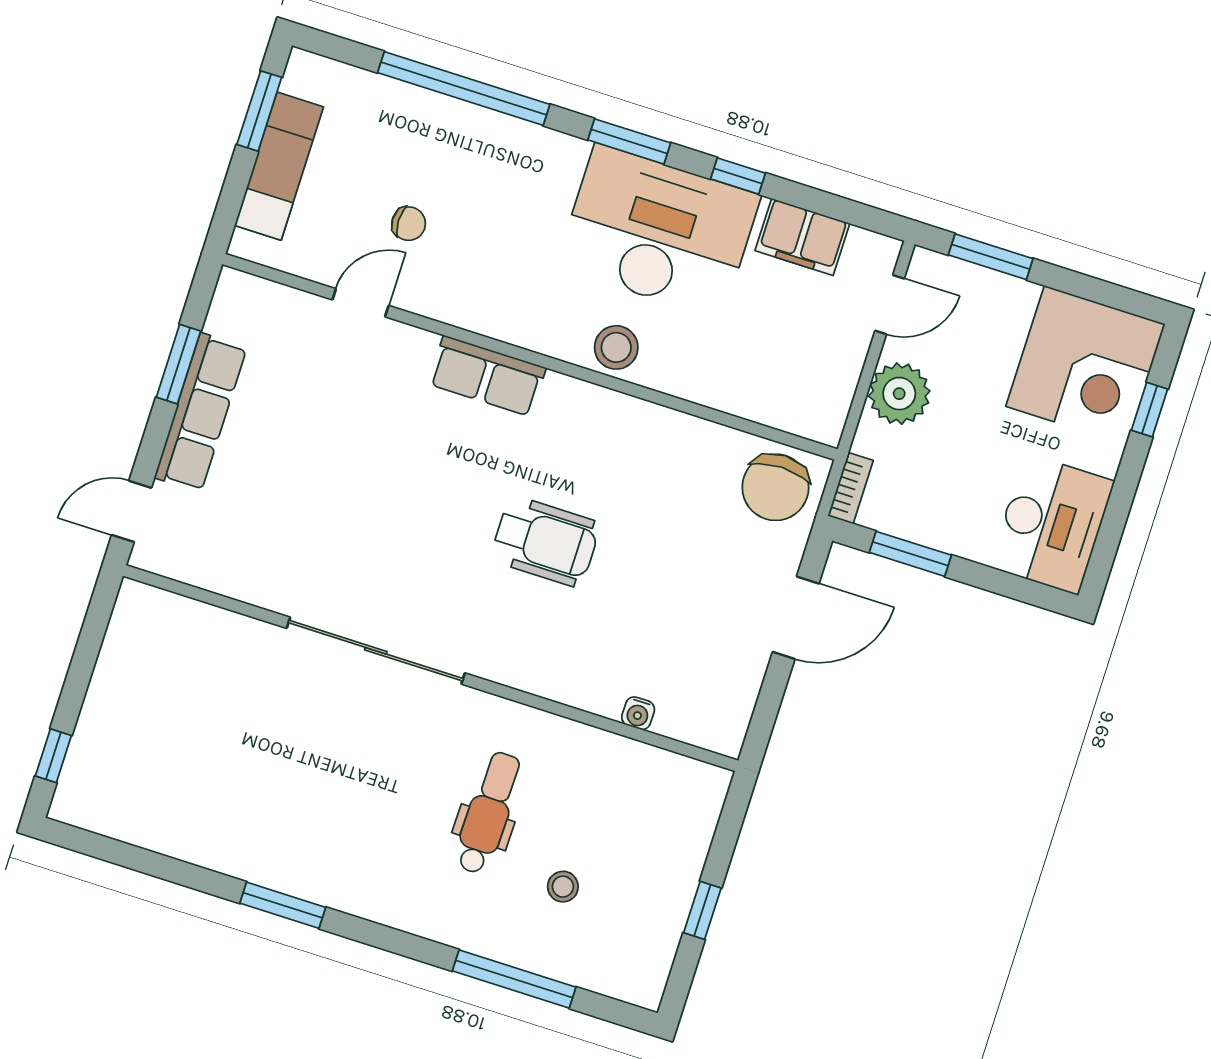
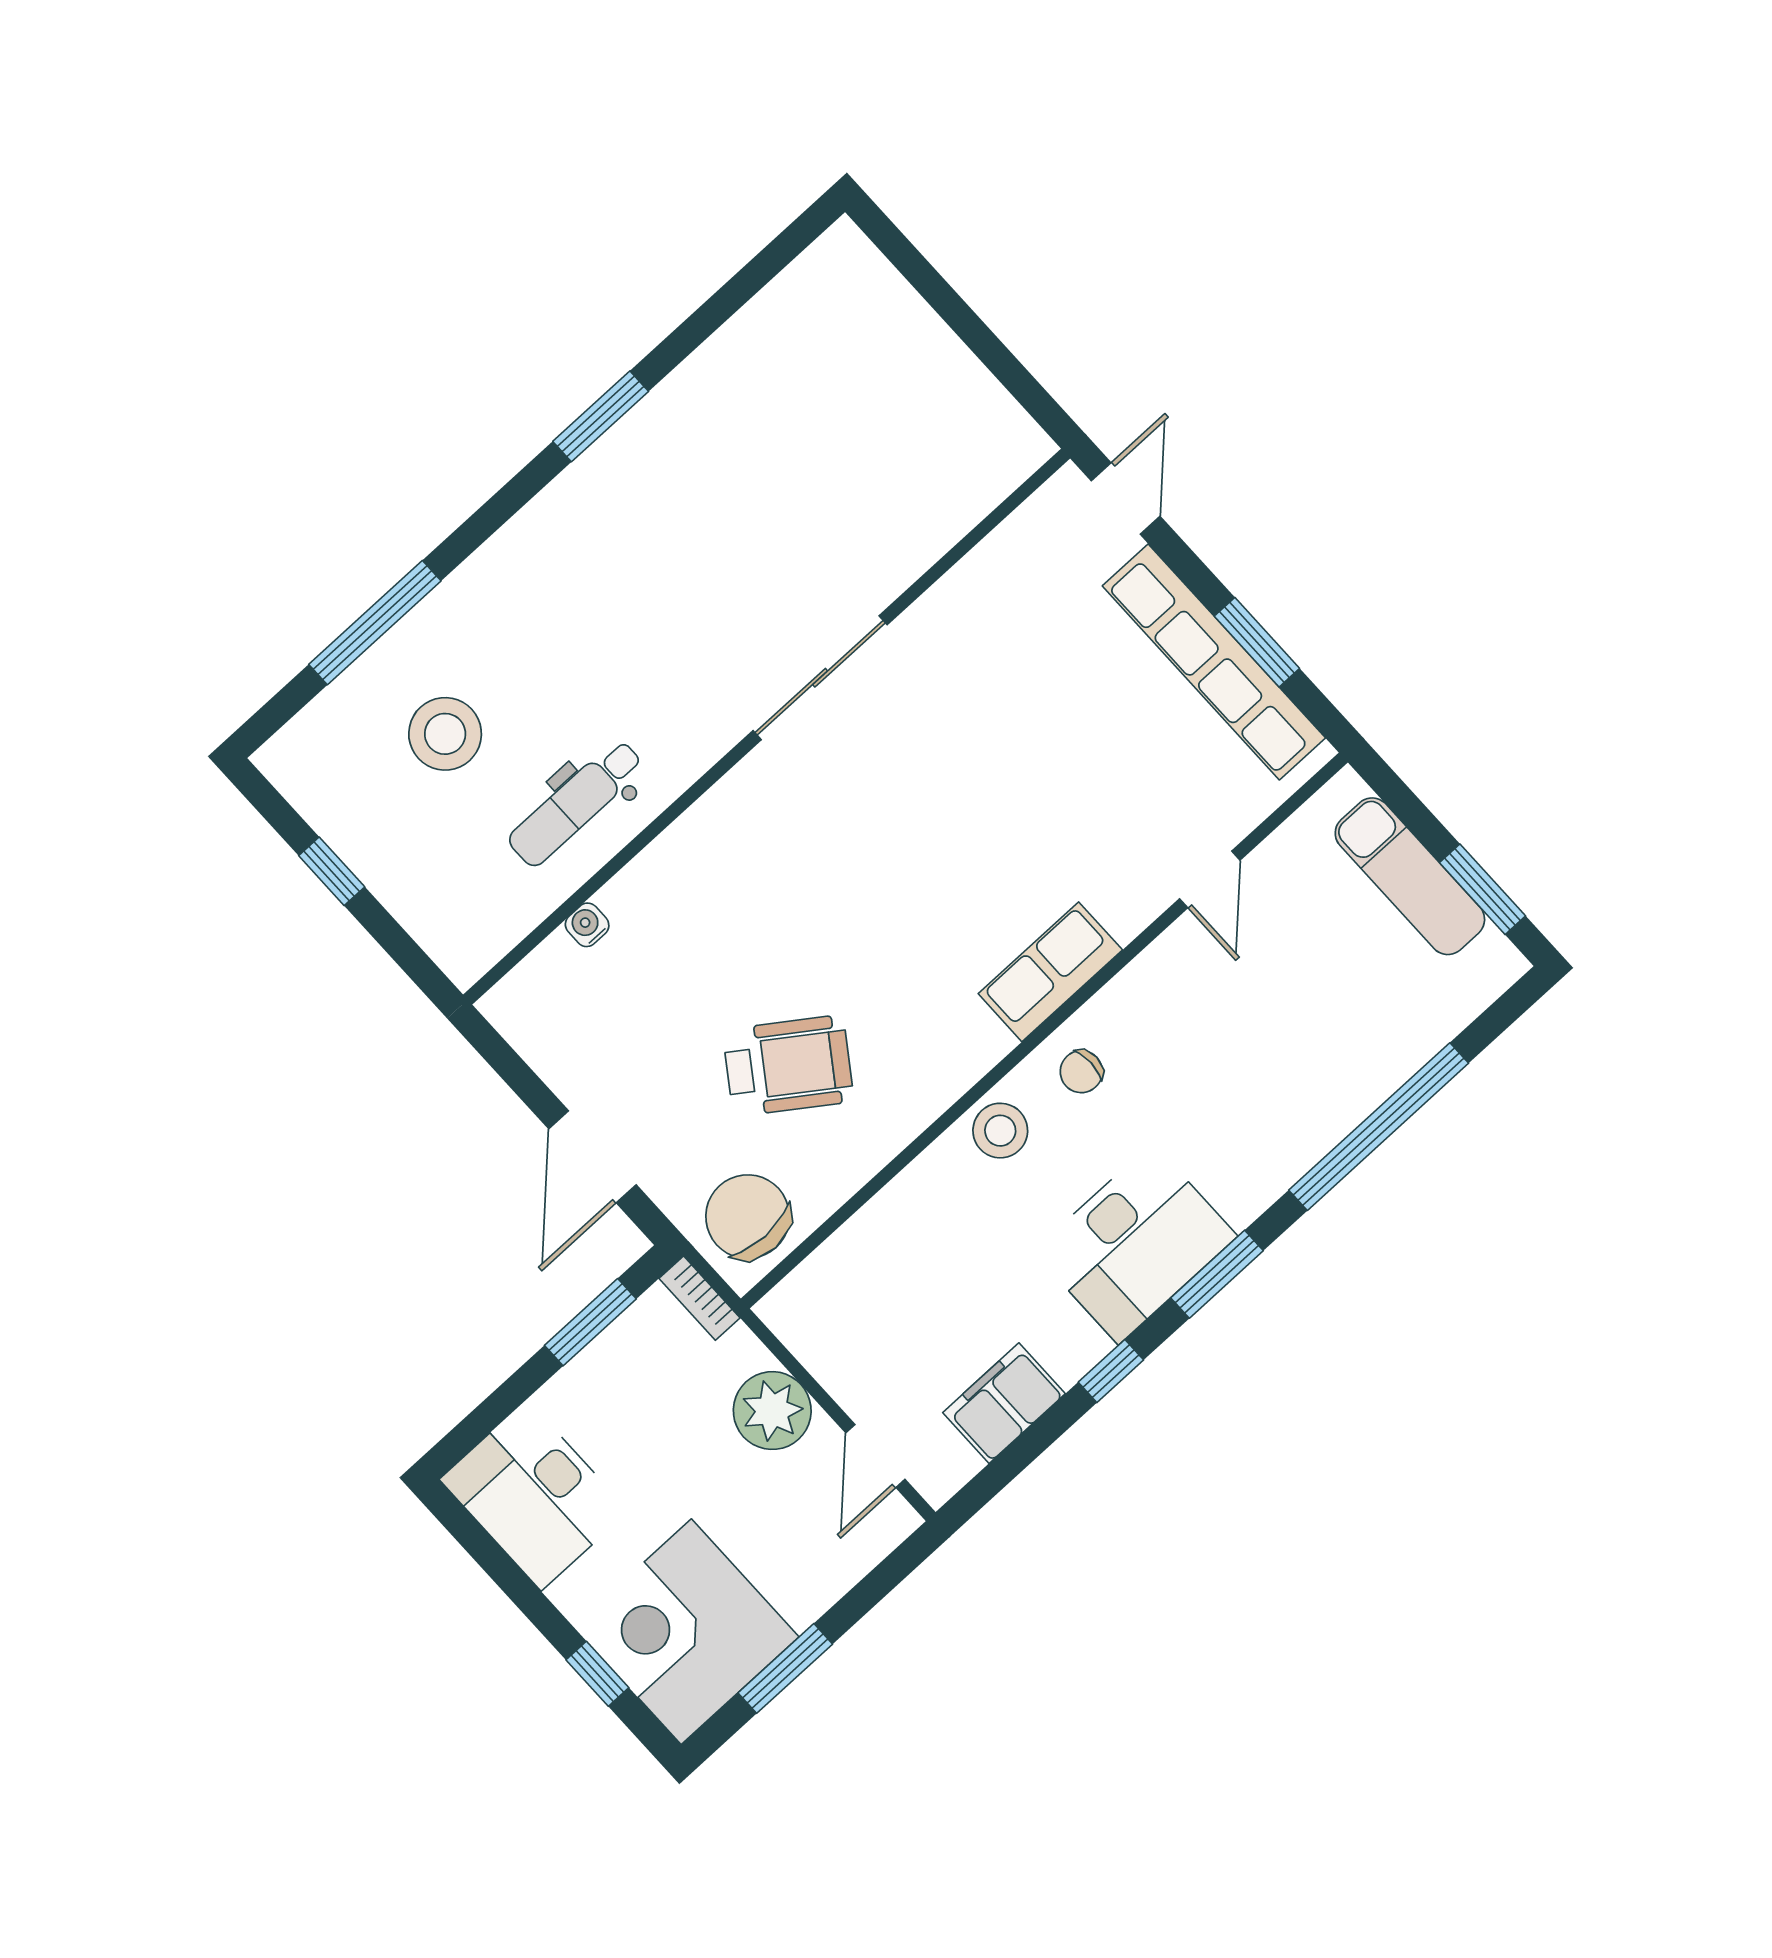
chair: (409, 224) -> (1081, 1072), moved
desk: (658, 231) -> (1135, 1244), width x0.73, depth x0.77
window: (991, 257) -> (785, 1668), moved
row of seats: (201, 412) -> (1214, 662), width x1.36
wheelchair: (545, 541) -> (788, 1066), moved, turned -145
sliding door: (376, 651) -> (820, 678), width x0.73
window: (53, 756) -> (908, 260), removed
dental chair: (488, 813) -> (576, 803), moved, turned 89
stool: (563, 887) -> (445, 734), width x1.89, depth x1.89

